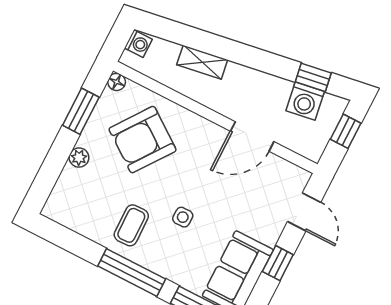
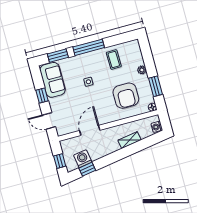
armchair: (143, 140) -> (126, 96), turned 144
coffee table: (131, 225) -> (114, 59), moved

